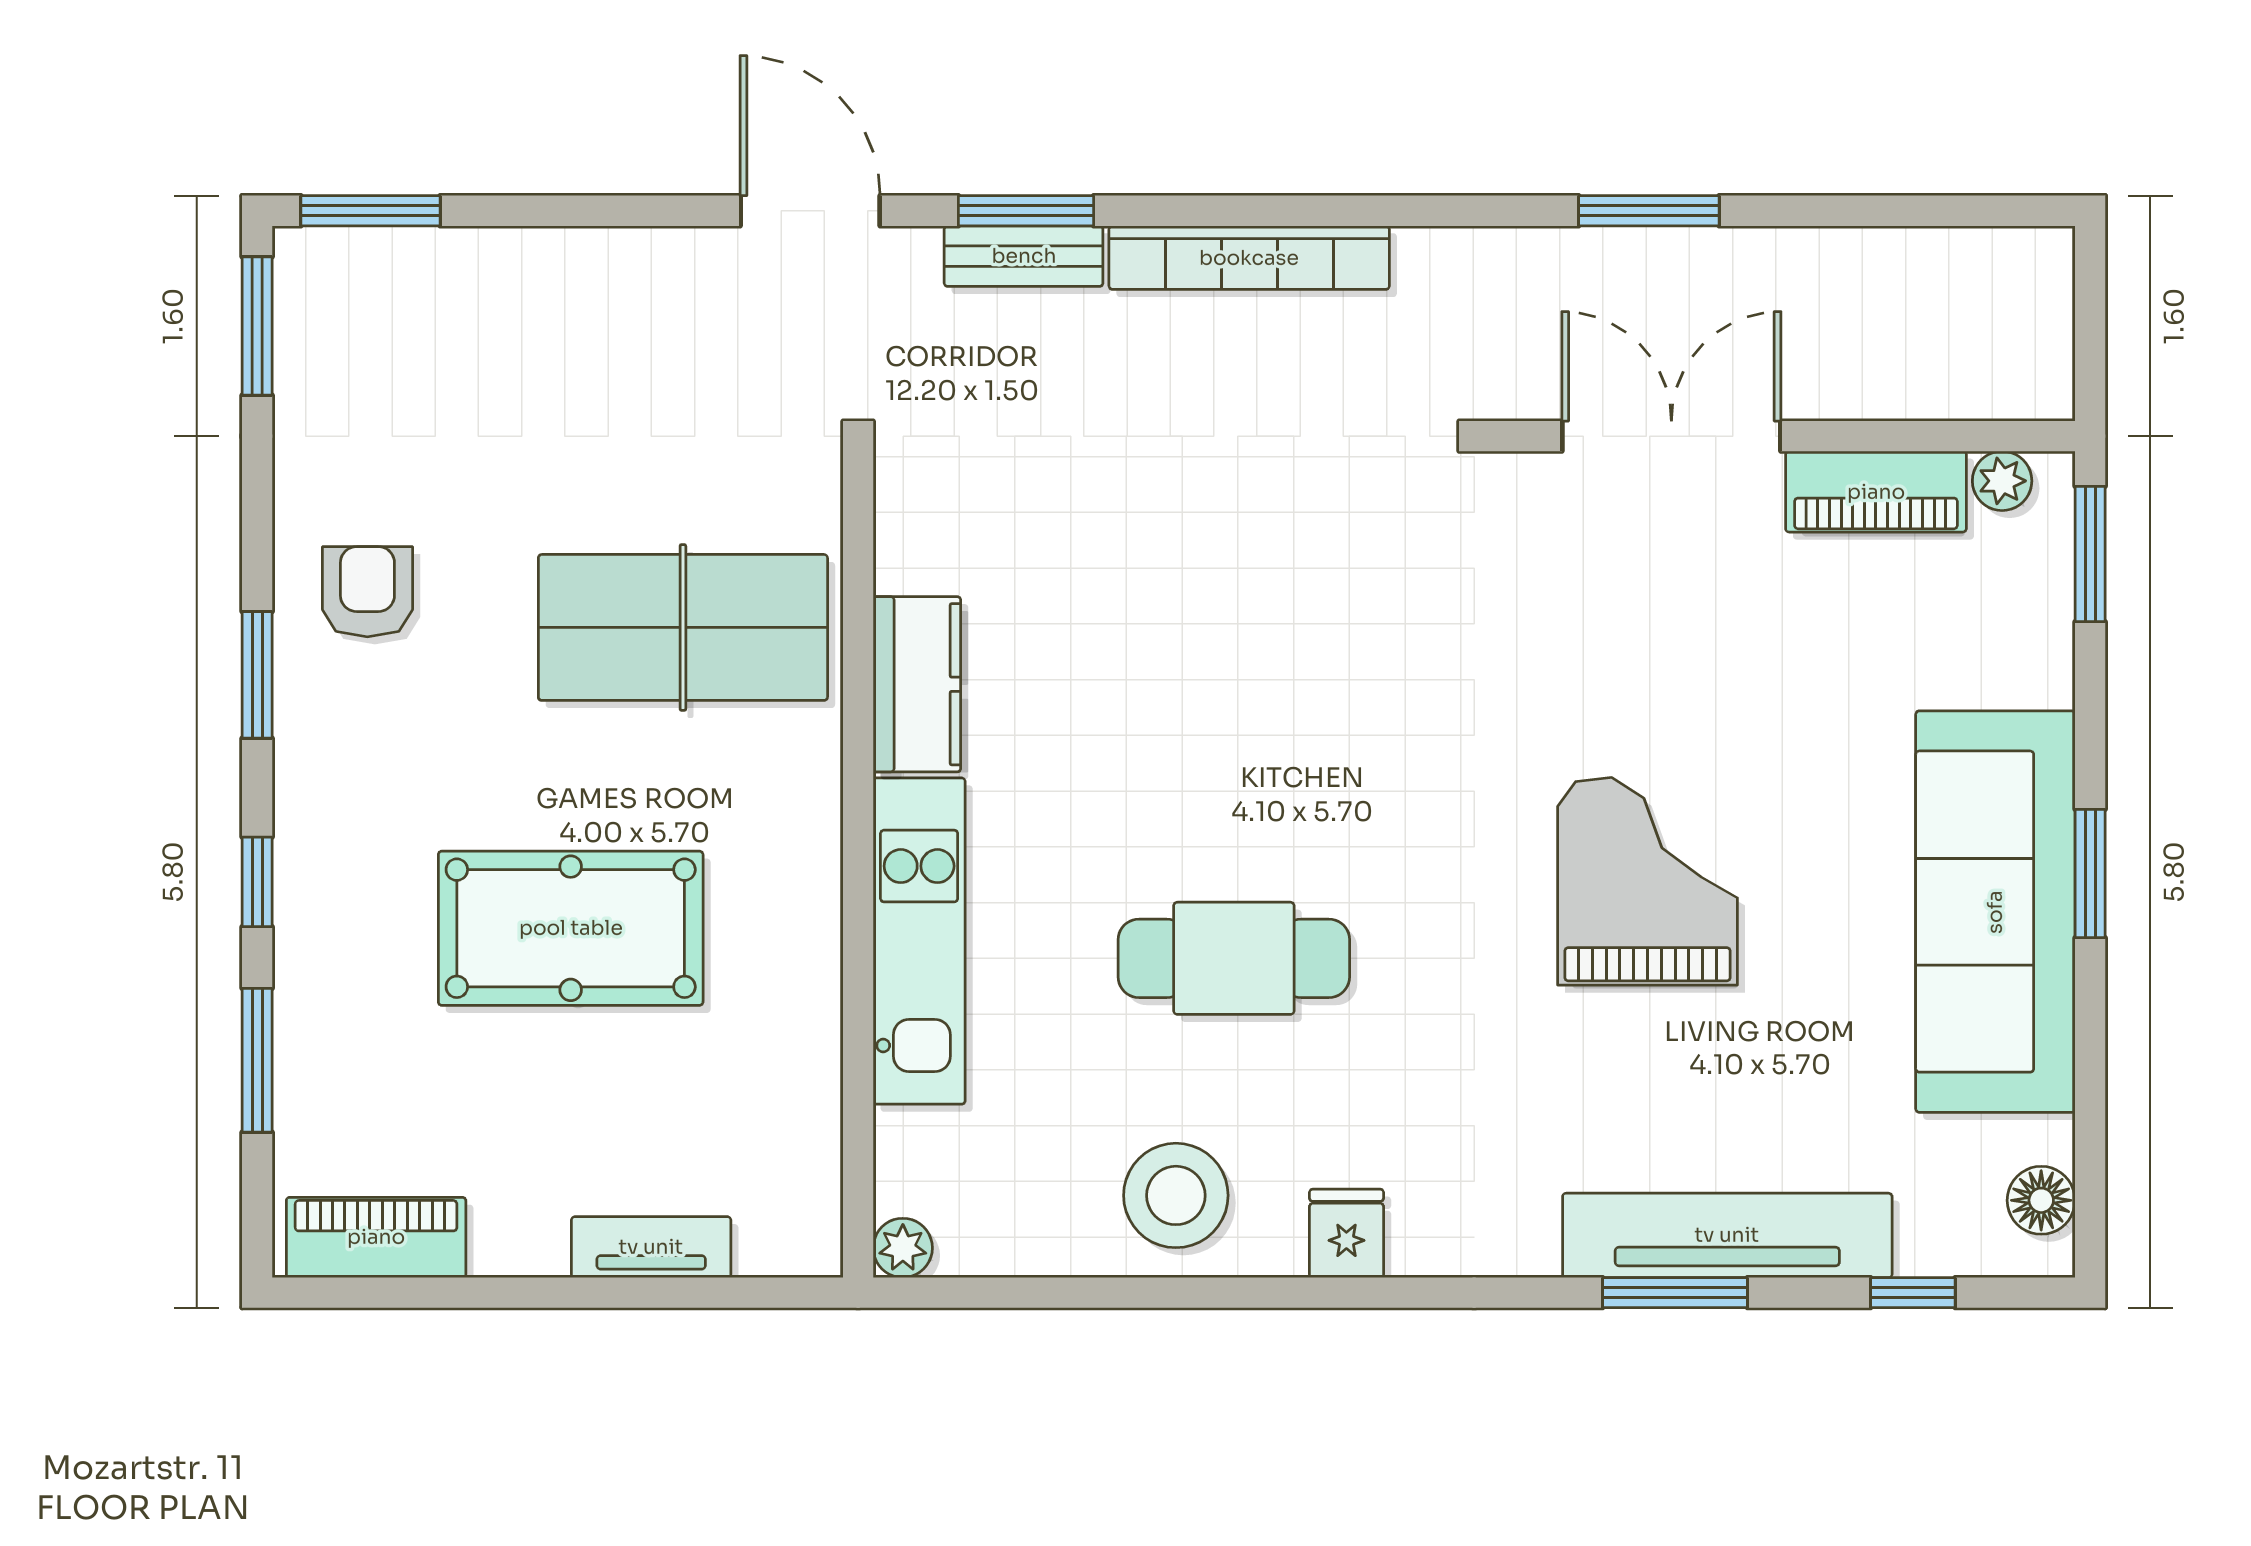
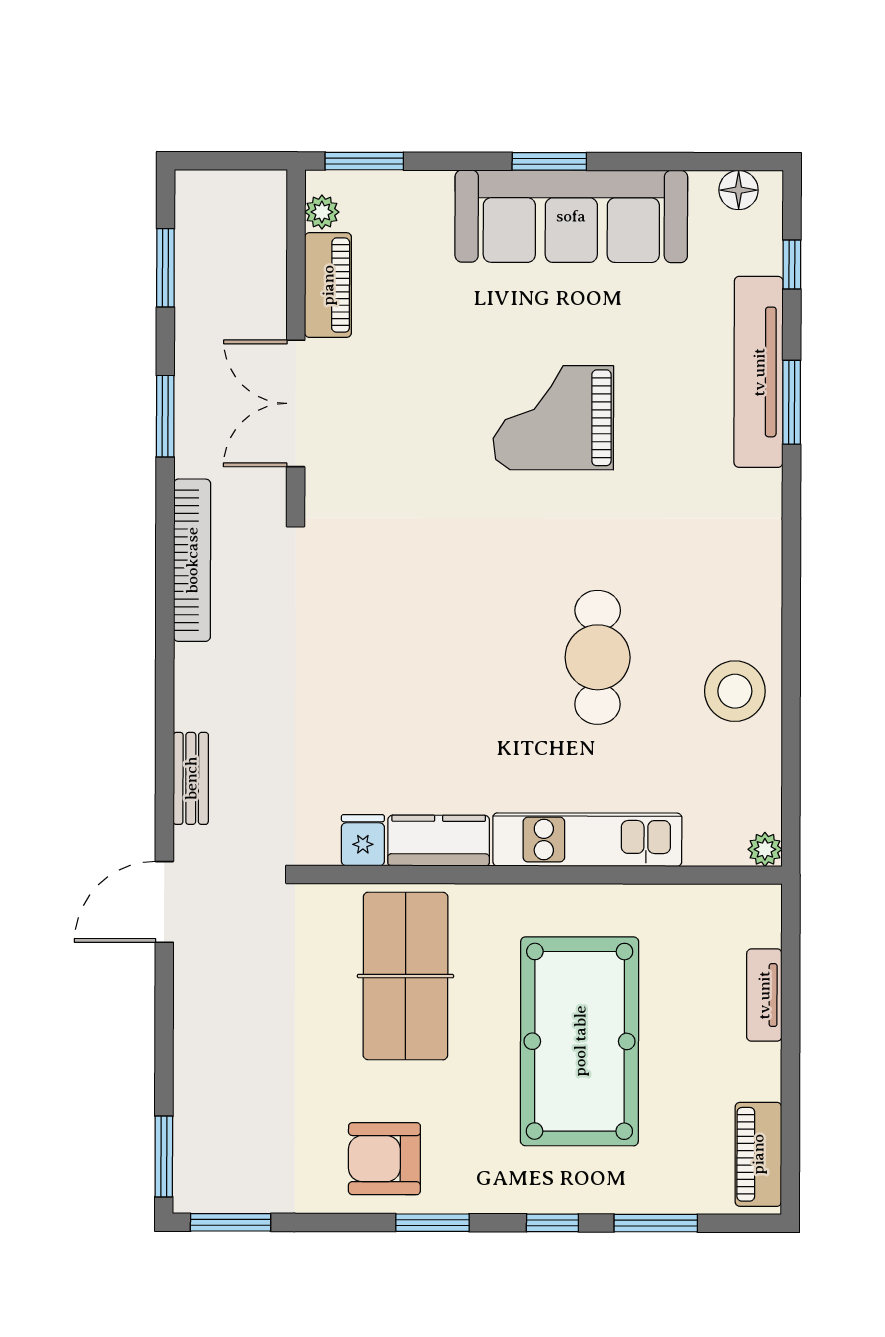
window: (1026, 211) -> (165, 268), moved
bookcase: (1249, 258) -> (192, 560), moved
armchair: (367, 592) -> (384, 1159), width x1.38, depth x1.38
pool table: (571, 928) -> (580, 1041), width x1.36, depth x1.32
fridge: (1346, 1233) -> (363, 840), moved, turned 90

